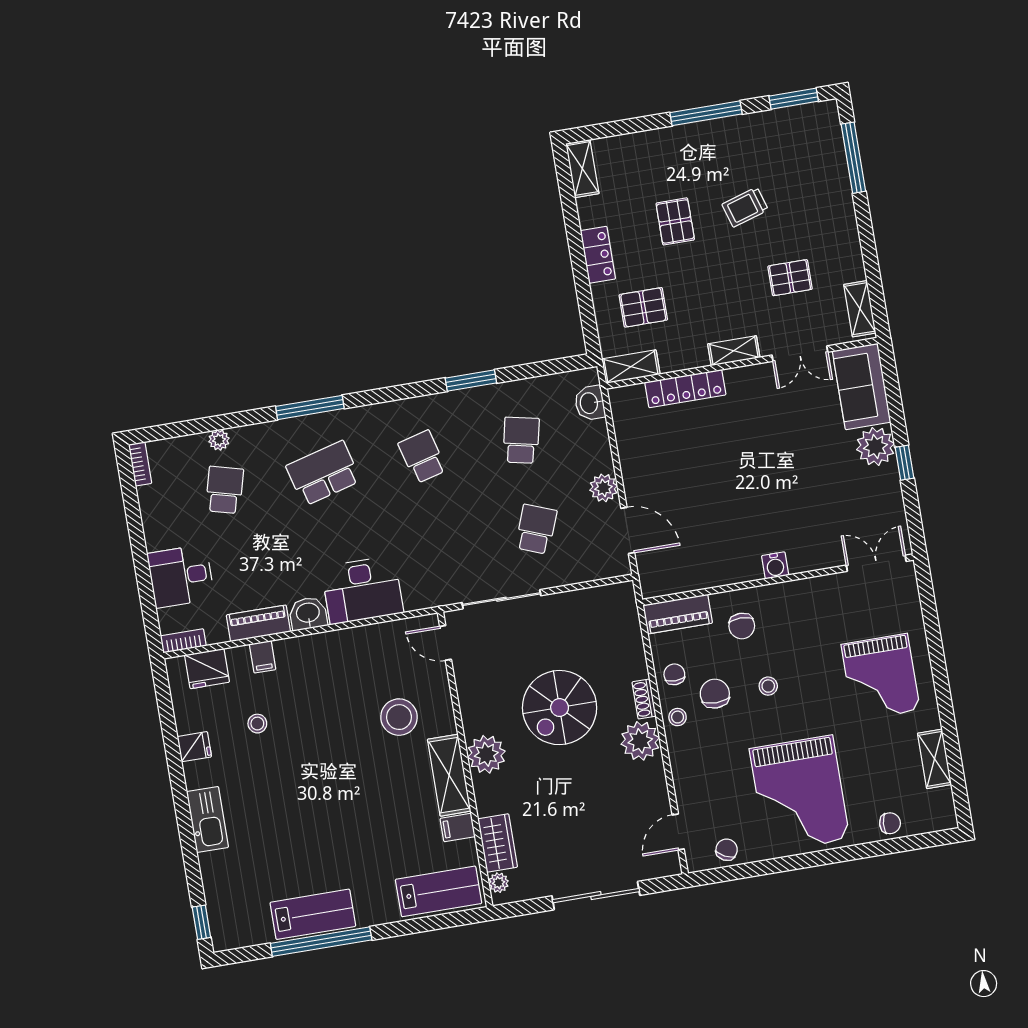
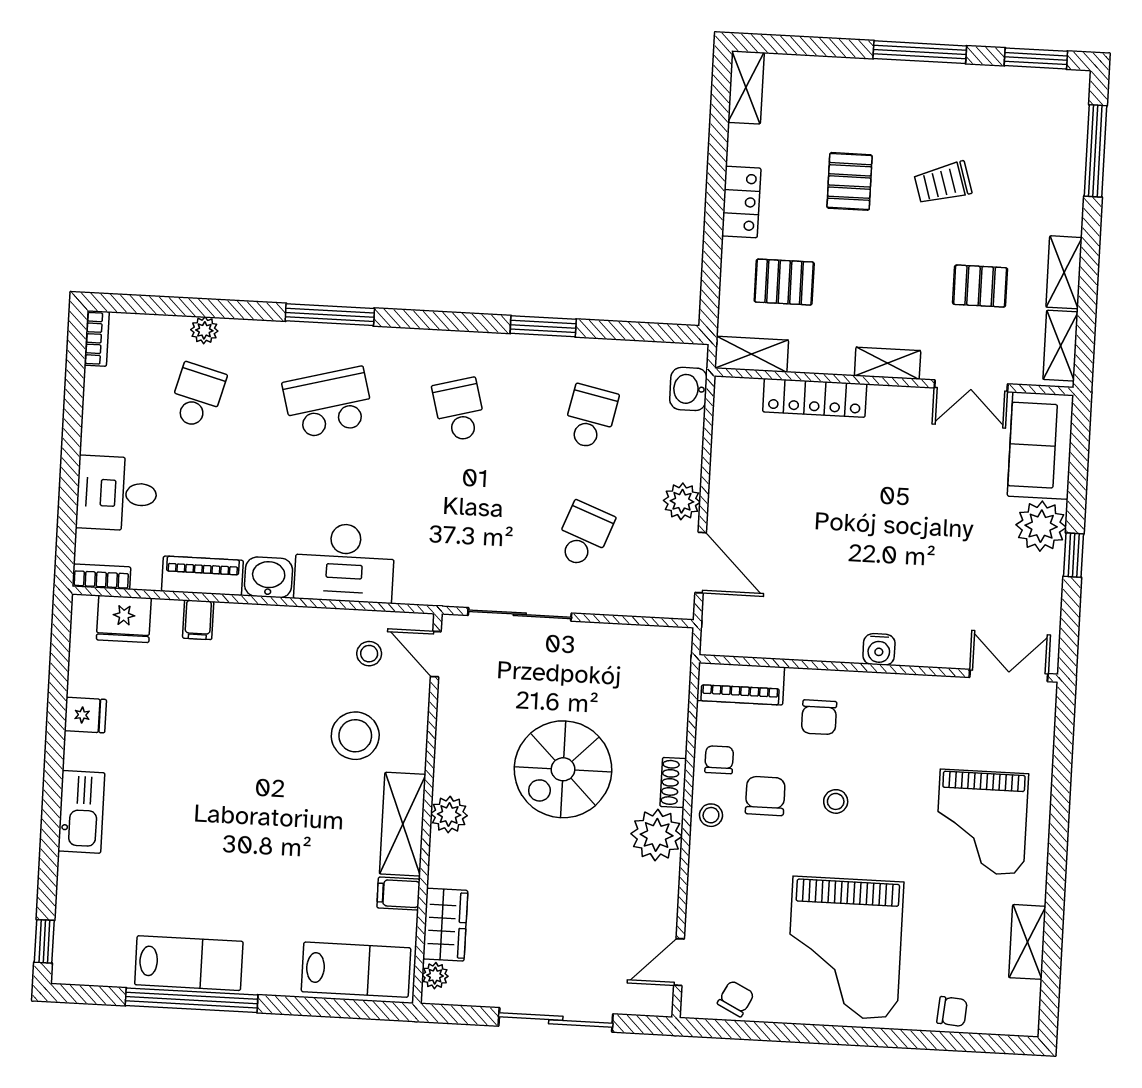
shelving: (850, 253) -> (1064, 272), added
stool: (257, 724) -> (369, 654), moved
plant: (486, 754) -> (449, 815), width x0.73, depth x0.73

